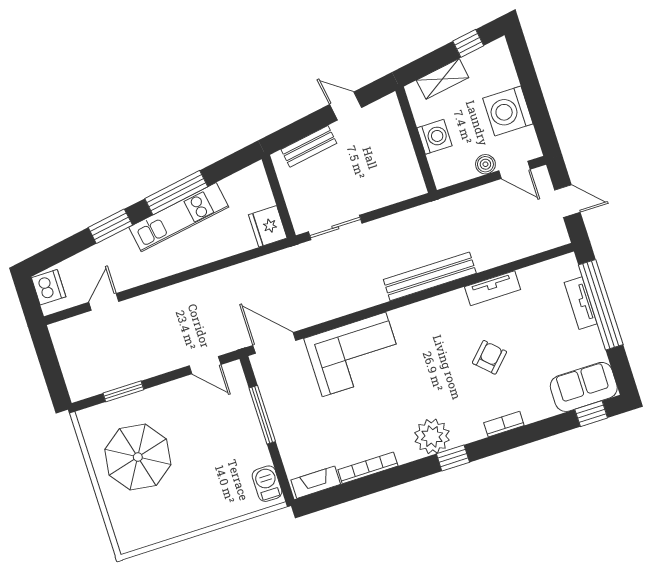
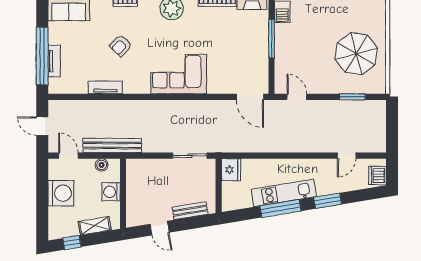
boiler: (485, 164) -> (102, 165), moved
bench: (430, 276) -> (112, 145), moved
corner sofa: (354, 354) -> (179, 74), moved
window: (262, 415) -> (272, 39), moved

